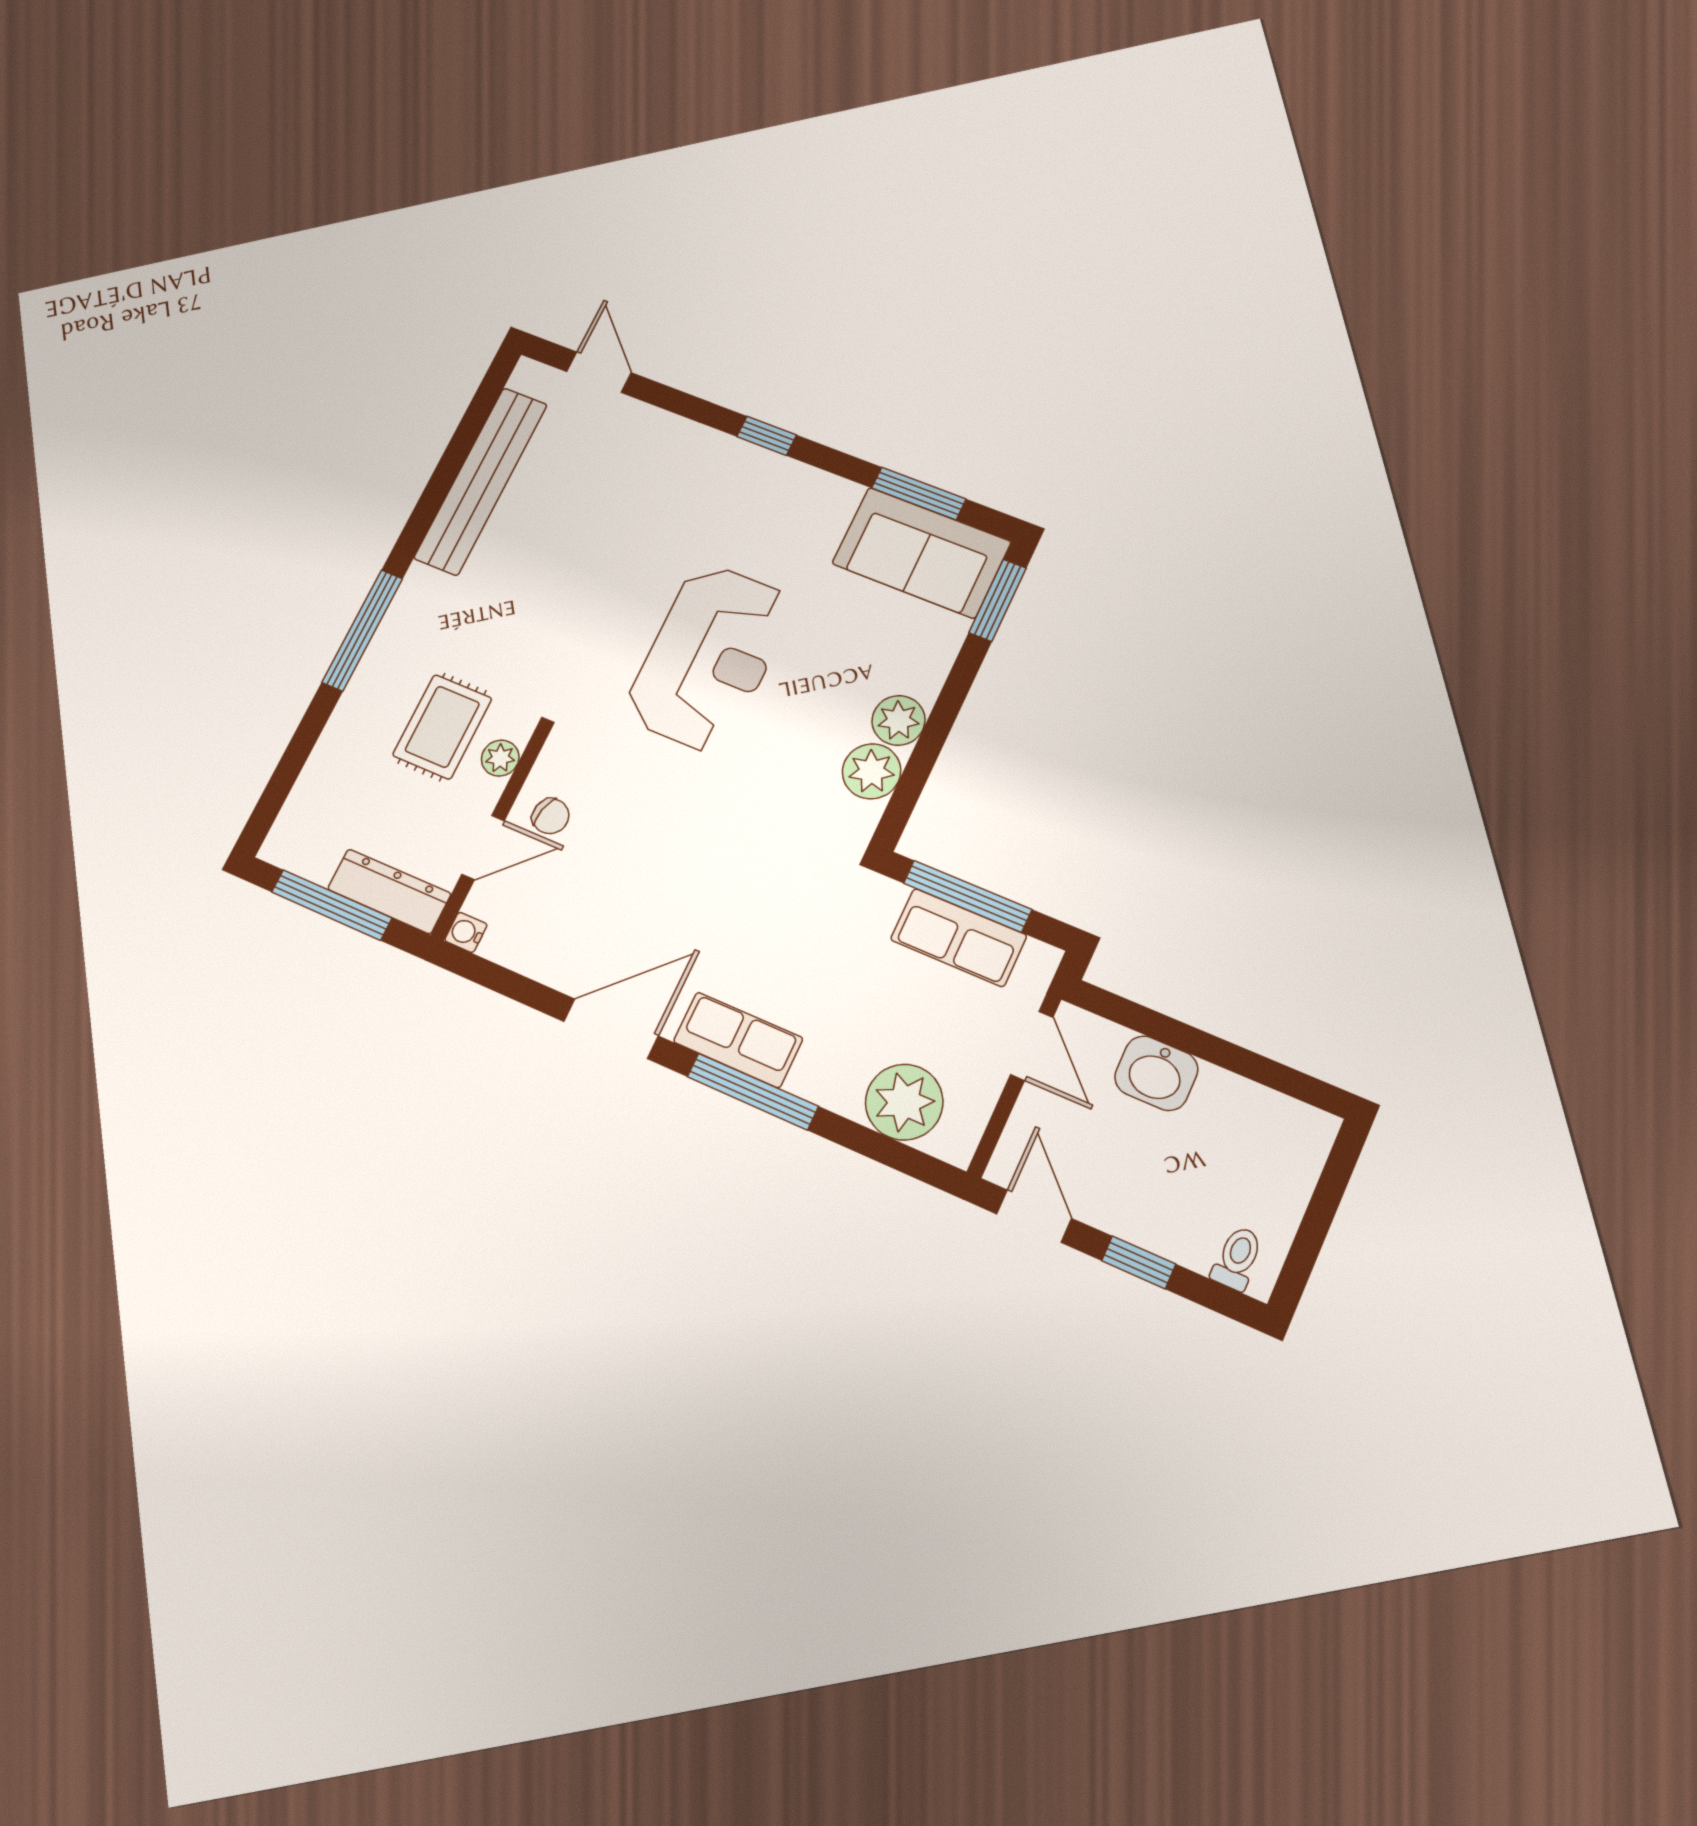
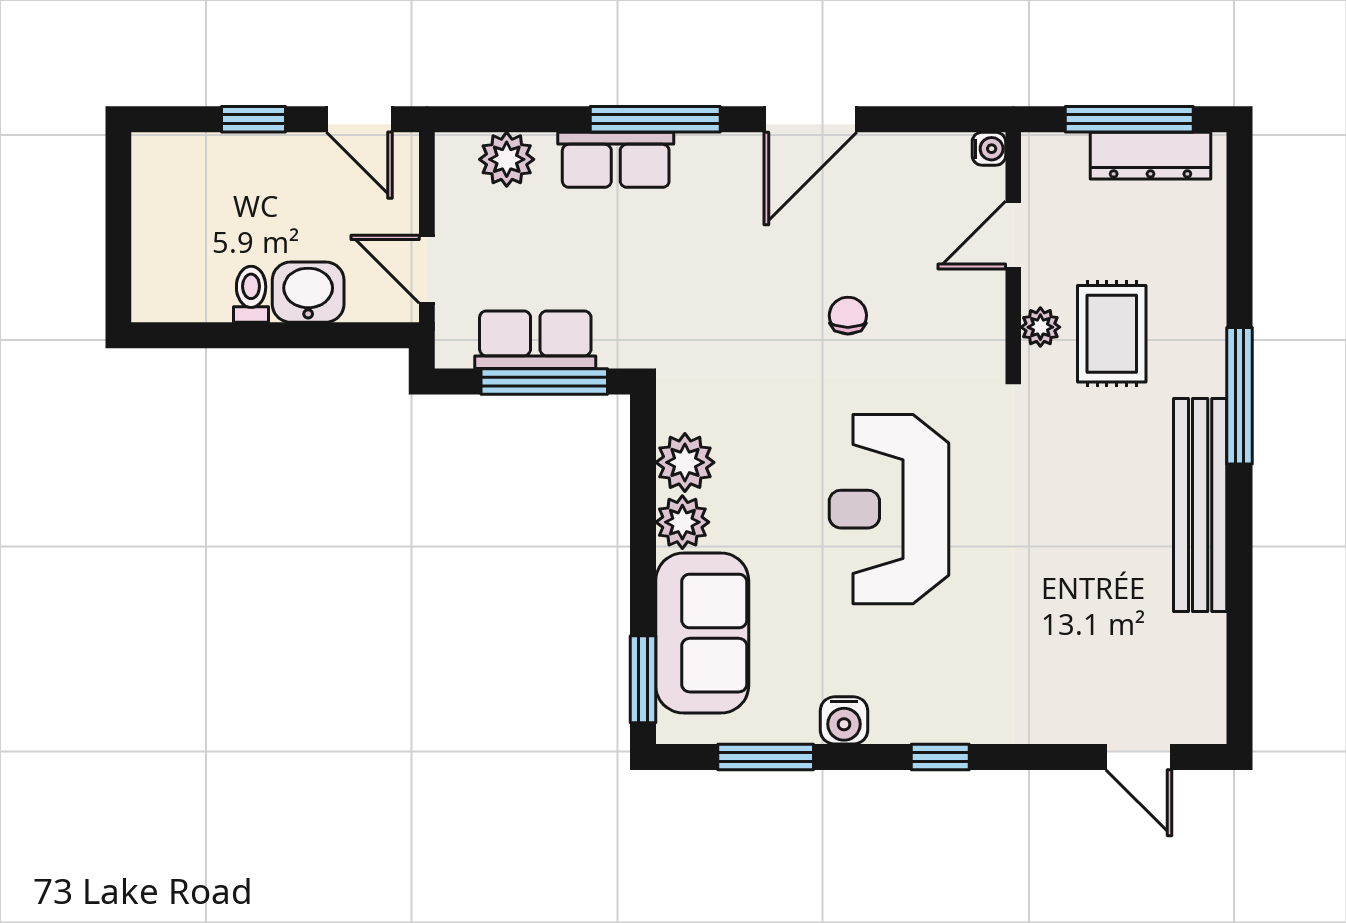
bench: (481, 481) -> (1200, 505), moved
water cooler: (835, 497) -> (844, 720), added
sofa: (921, 553) -> (702, 633), moved, turned 90
chair: (551, 816) -> (848, 316), moved, turned 76
dresser: (389, 891) -> (1150, 156), moved
row of seats: (738, 1040) -> (616, 160), moved
plant: (904, 1102) -> (507, 159), width x0.73, depth x0.73
toilet: (1237, 1258) -> (251, 294), moved, turned 180

